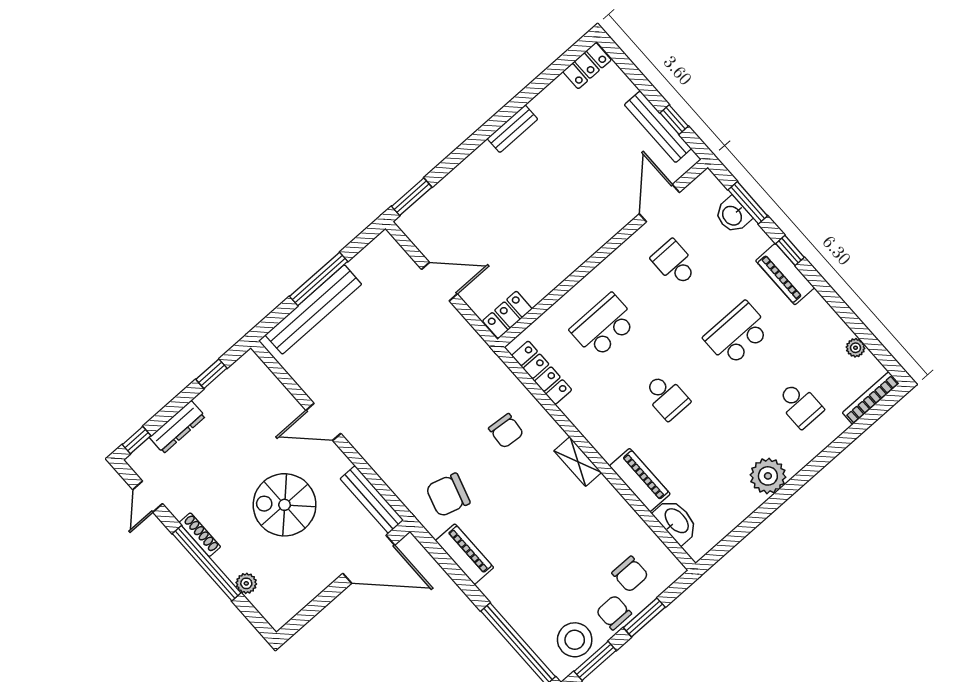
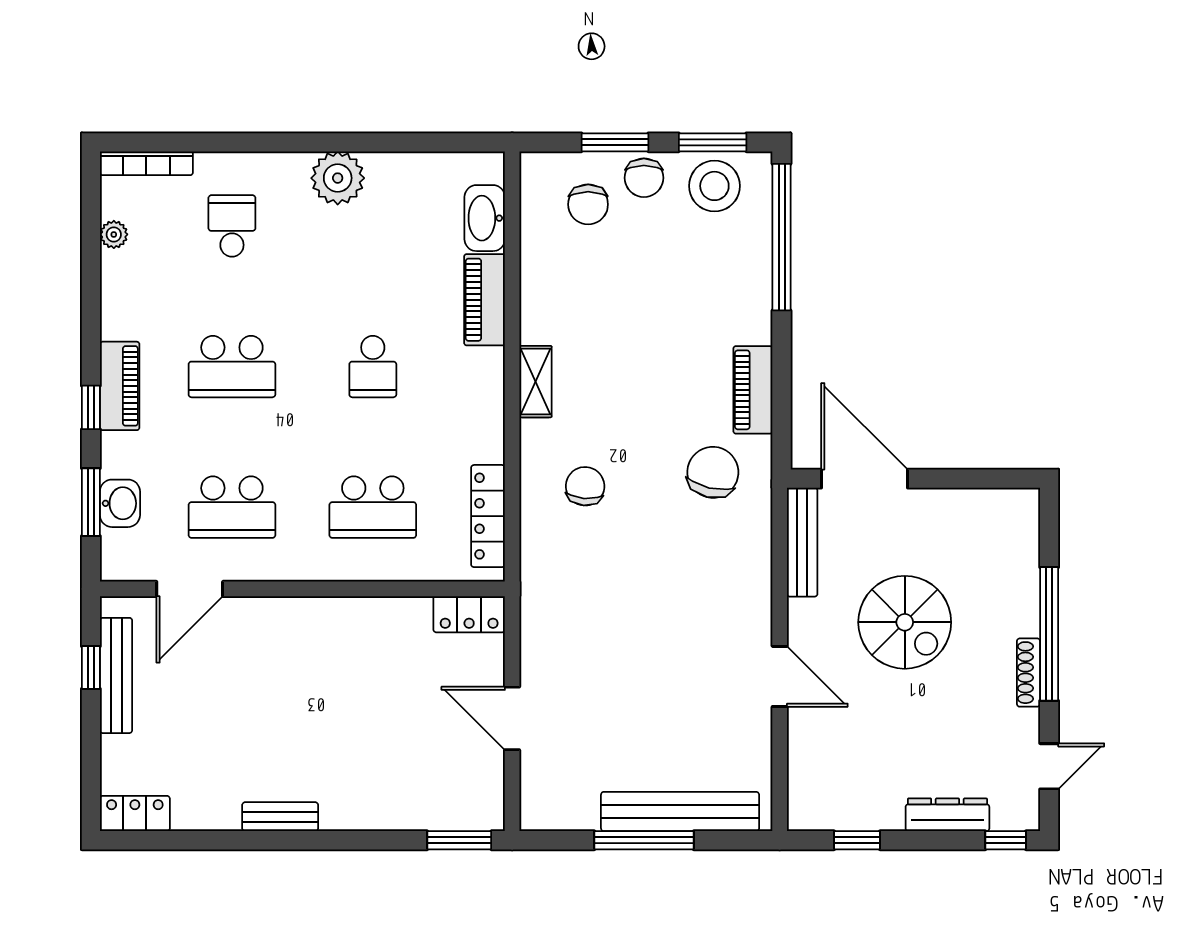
school desk: (675, 263) -> (232, 507), width x1.85
school desk: (666, 397) -> (373, 367), turned 180
chair: (448, 495) -> (713, 472), turned -94
chair: (630, 574) -> (588, 204), turned 180
plant: (246, 583) -> (1025, 572), removed

